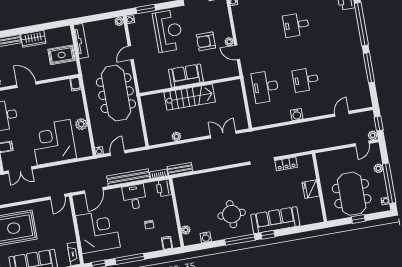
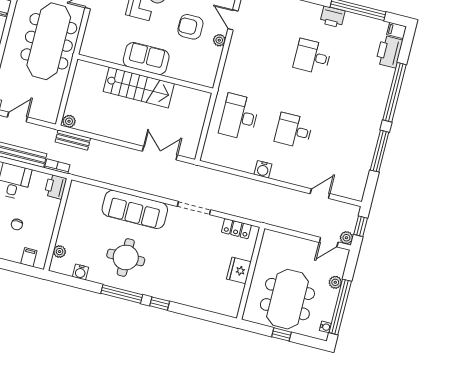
door: (237, 52) -> (233, 20), moved
plant: (176, 136) -> (69, 121), moved
locker: (286, 164) -> (236, 229), moved
bench: (180, 169) -> (73, 140), moved
sofa: (275, 220) -> (135, 209), moved, turned 180

